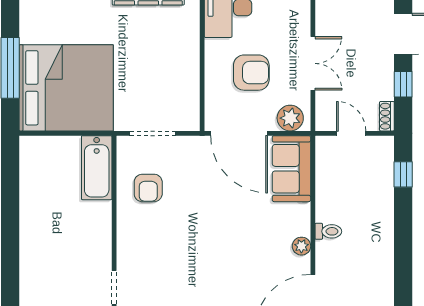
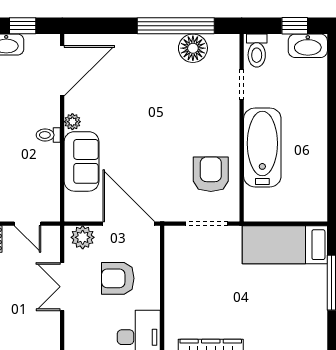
bed: (66, 88) -> (285, 245), width x0.49
bathtub: (97, 168) -> (262, 147), moved, width x1.36, depth x1.36
sofa: (291, 169) -> (82, 161), moved
armchair: (148, 188) -> (211, 174), width x1.38, depth x1.38

